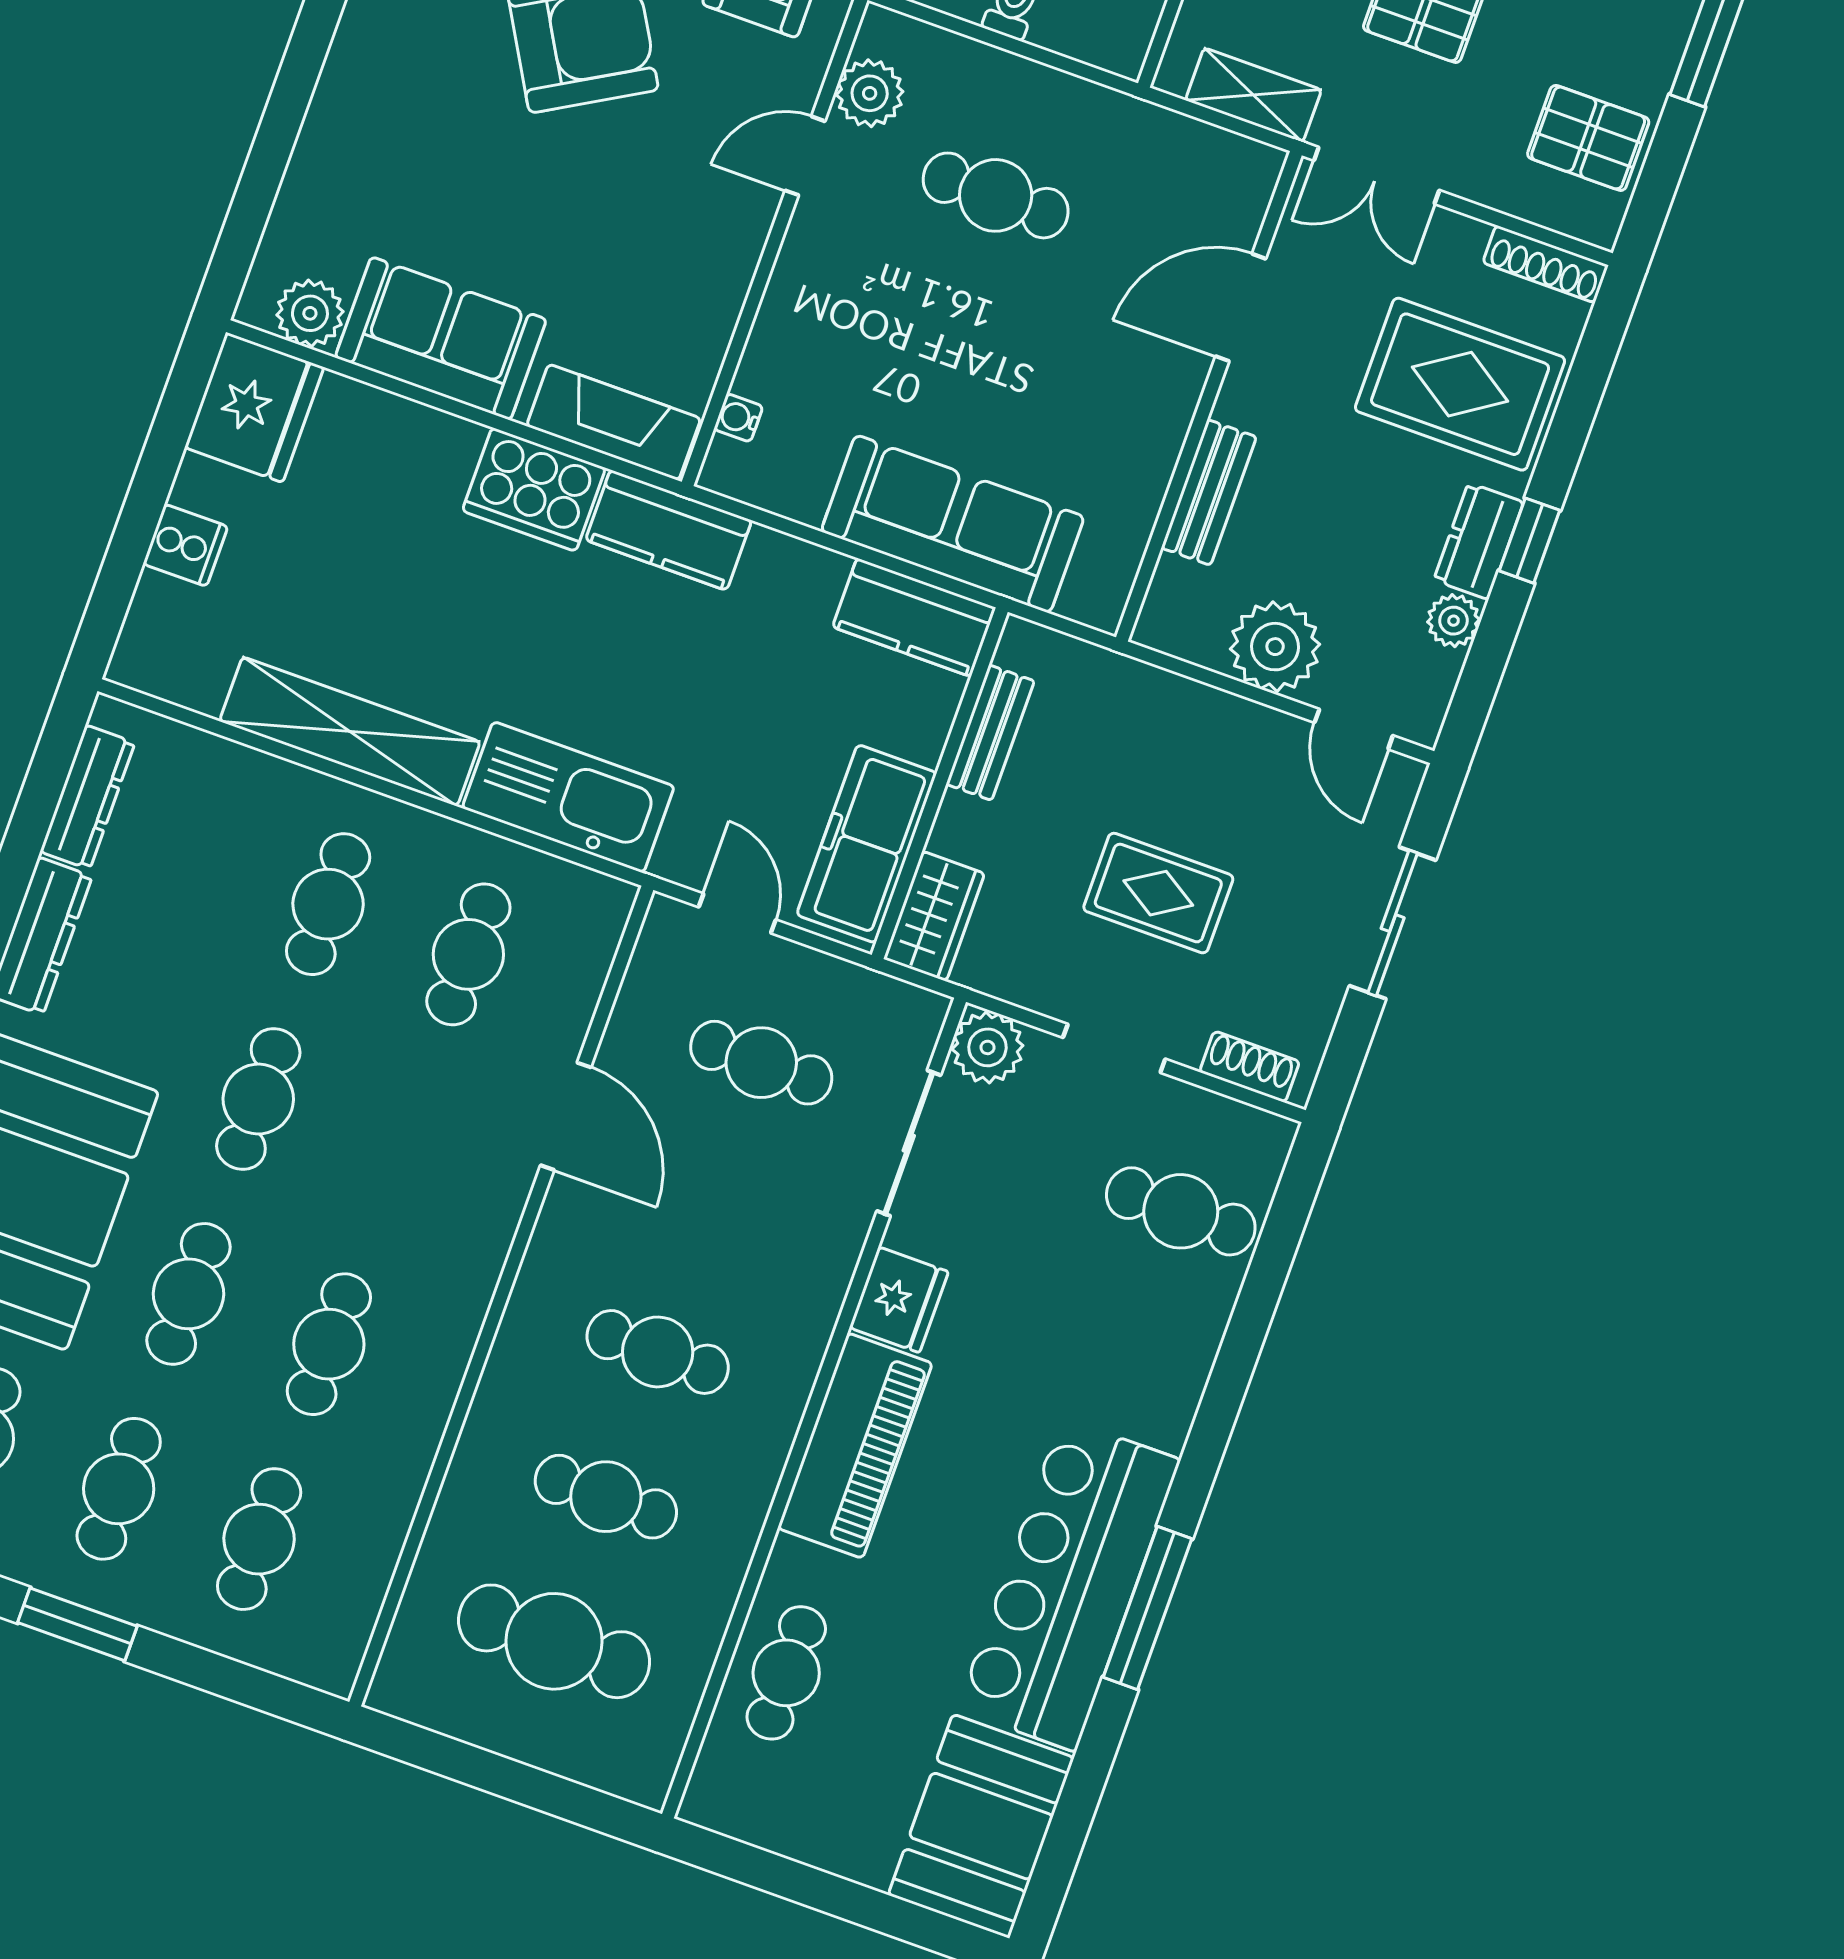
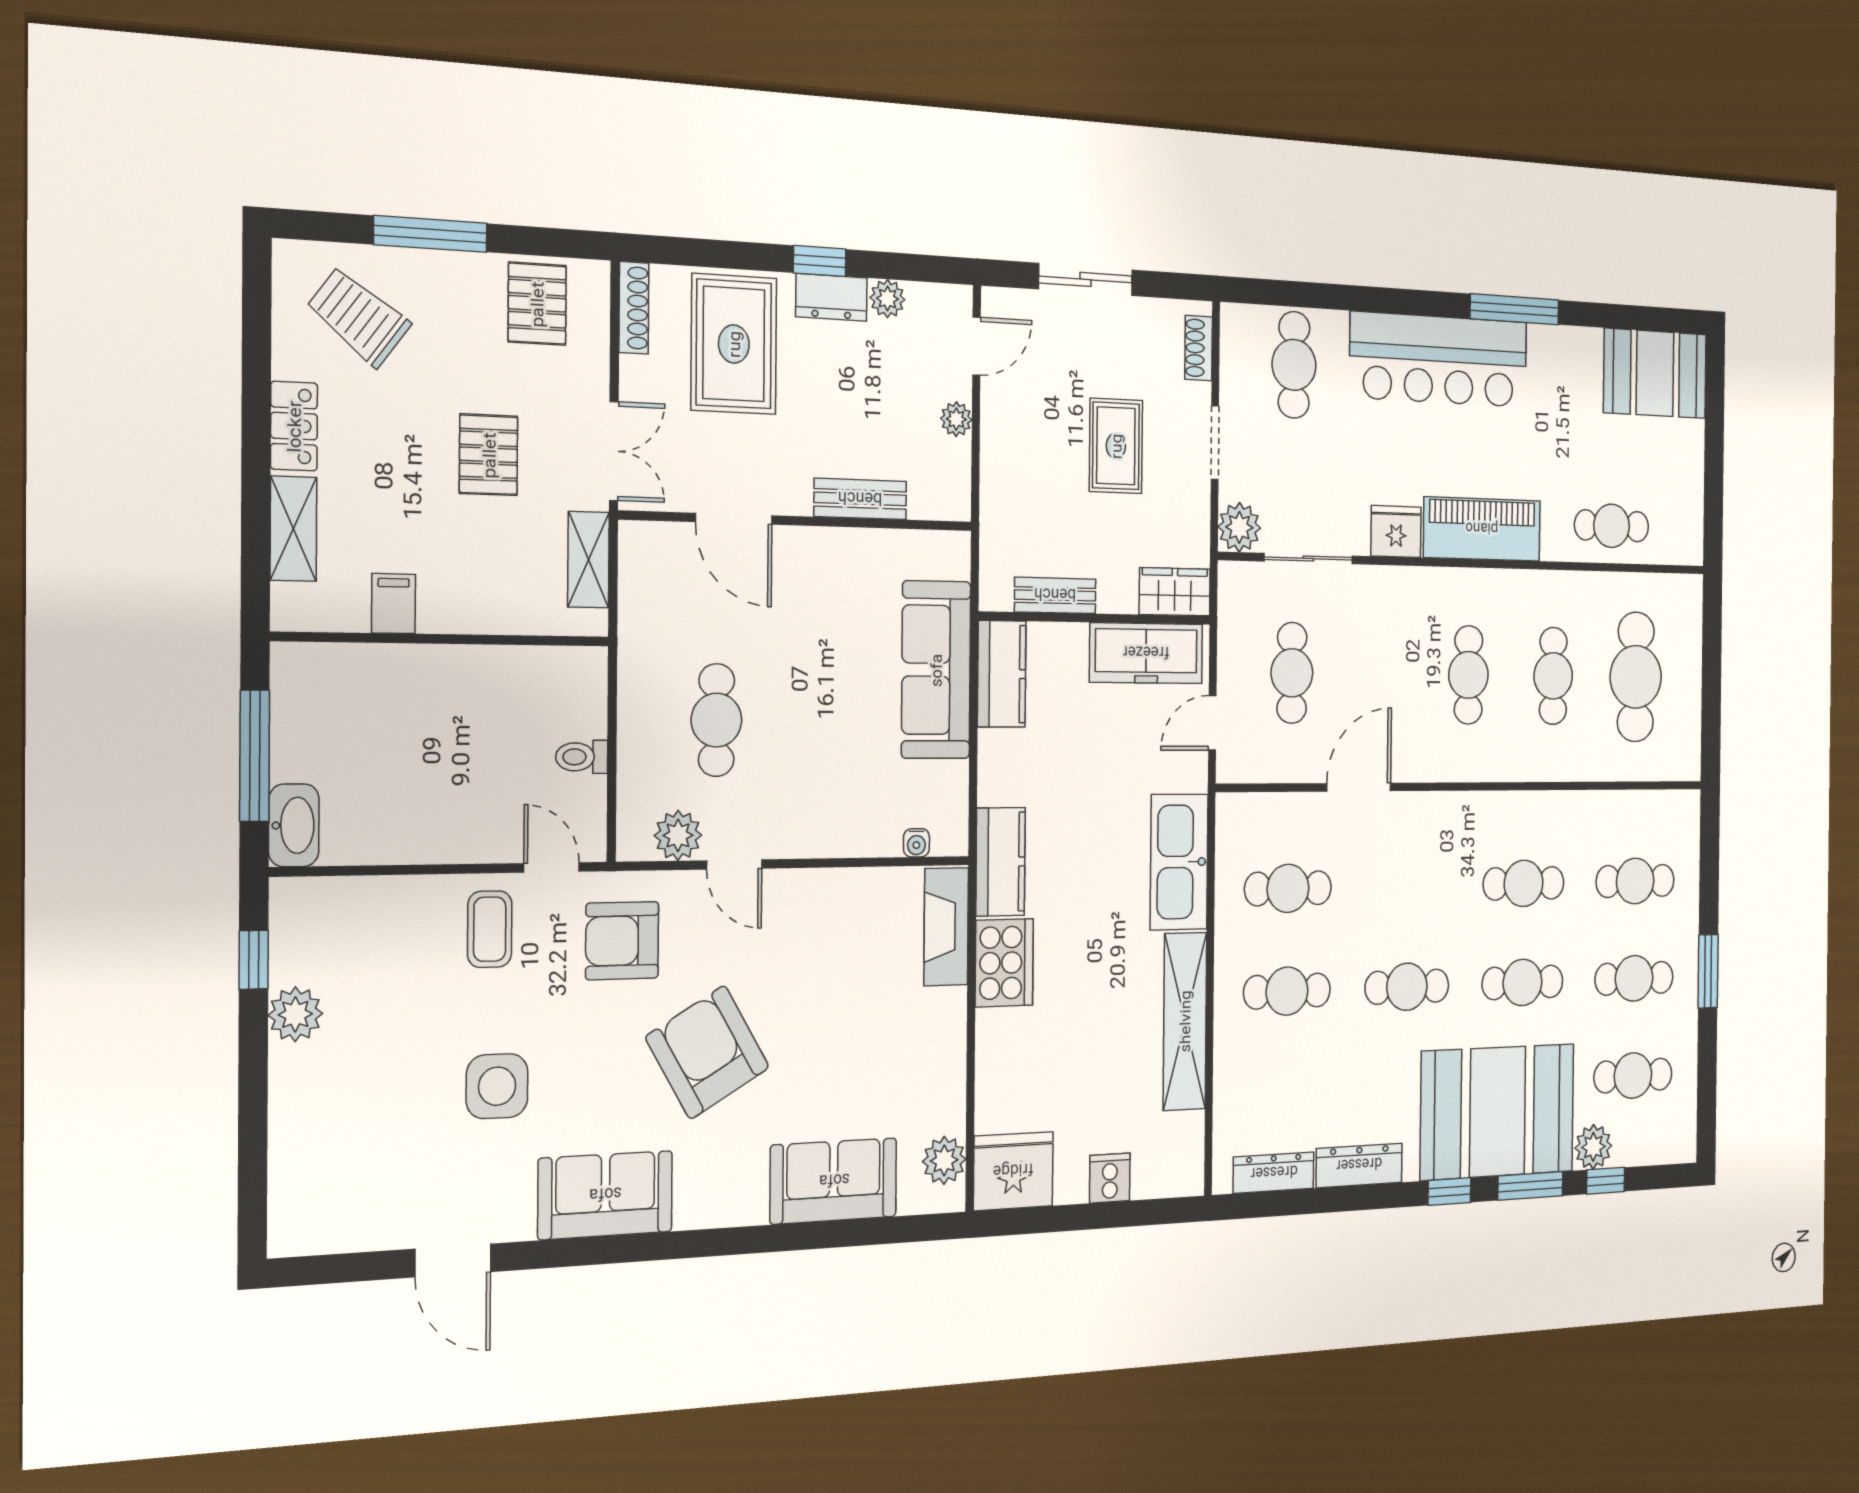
sofa: (441, 338) -> (834, 1181), moved, turned 90
plant: (1275, 647) -> (956, 419), width x0.53, depth x0.53
bar counter: (1069, 1585) -> (1439, 360), moved

